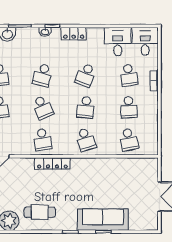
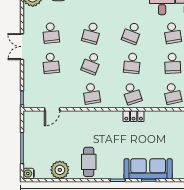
school desk: (43, 107) -> (91, 63), turned 45
locker: (52, 164) -> (134, 116), moved, width x0.66
cafe table: (40, 212) -> (89, 162), turned 90

